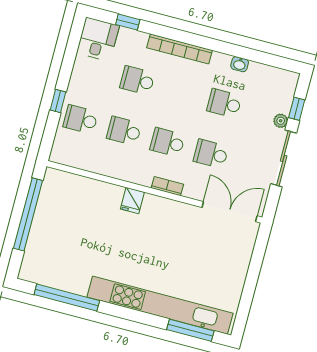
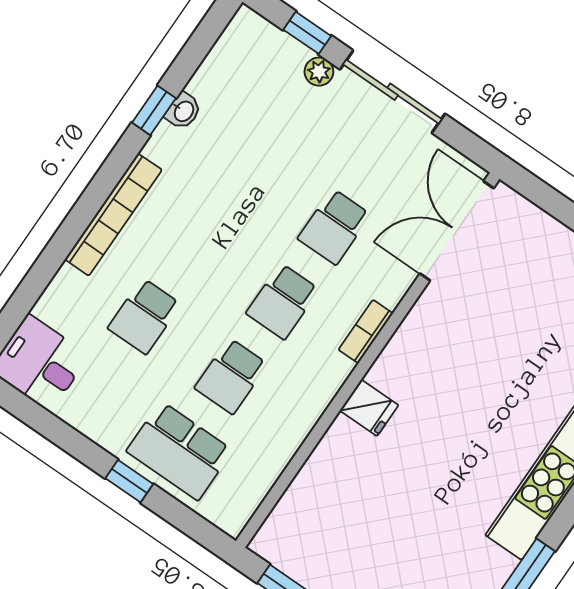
window: (128, 22) -> (154, 110), moved
school desk: (224, 103) -> (247, 167), removed
school desk: (81, 119) -> (180, 451), width x1.85

